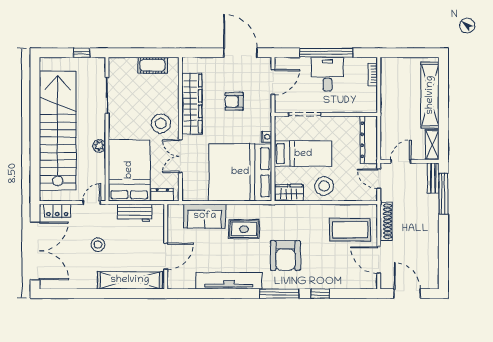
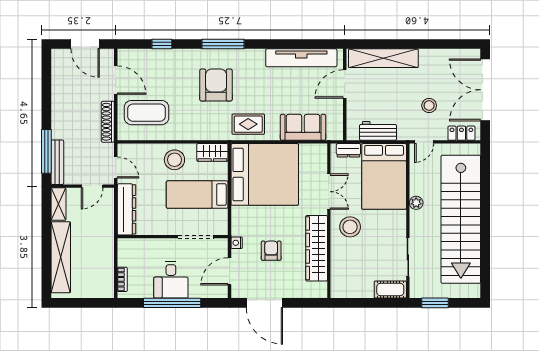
window: (82, 53) -> (435, 303), width x1.50
cot: (152, 65) -> (390, 290), moved
armchair: (234, 101) -> (271, 251), turned -90
nightstand: (266, 137) -> (237, 243), moved
bench: (433, 178) -> (57, 162), width x1.36
rug: (244, 229) -> (248, 124), moved
stool: (98, 245) -> (429, 106), moved
tv unit: (229, 281) -> (301, 58), moved
window: (320, 294) -> (162, 44), moved

